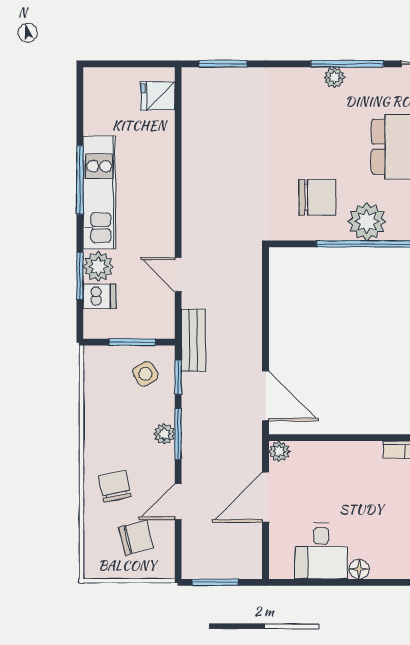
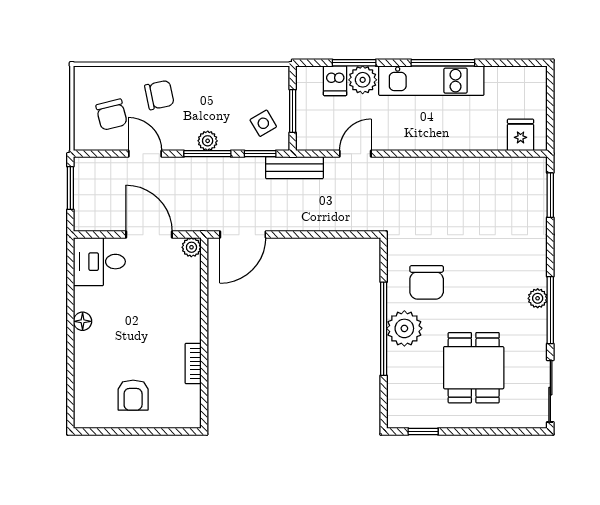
desk: (321, 551) -> (99, 262), moved

